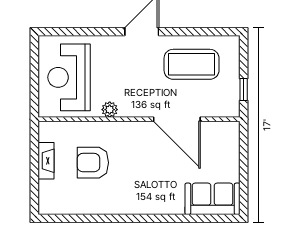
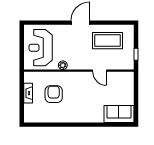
door: (177, 119) -> (100, 71), width x0.53
armchair: (93, 163) -> (54, 94), turned 90

